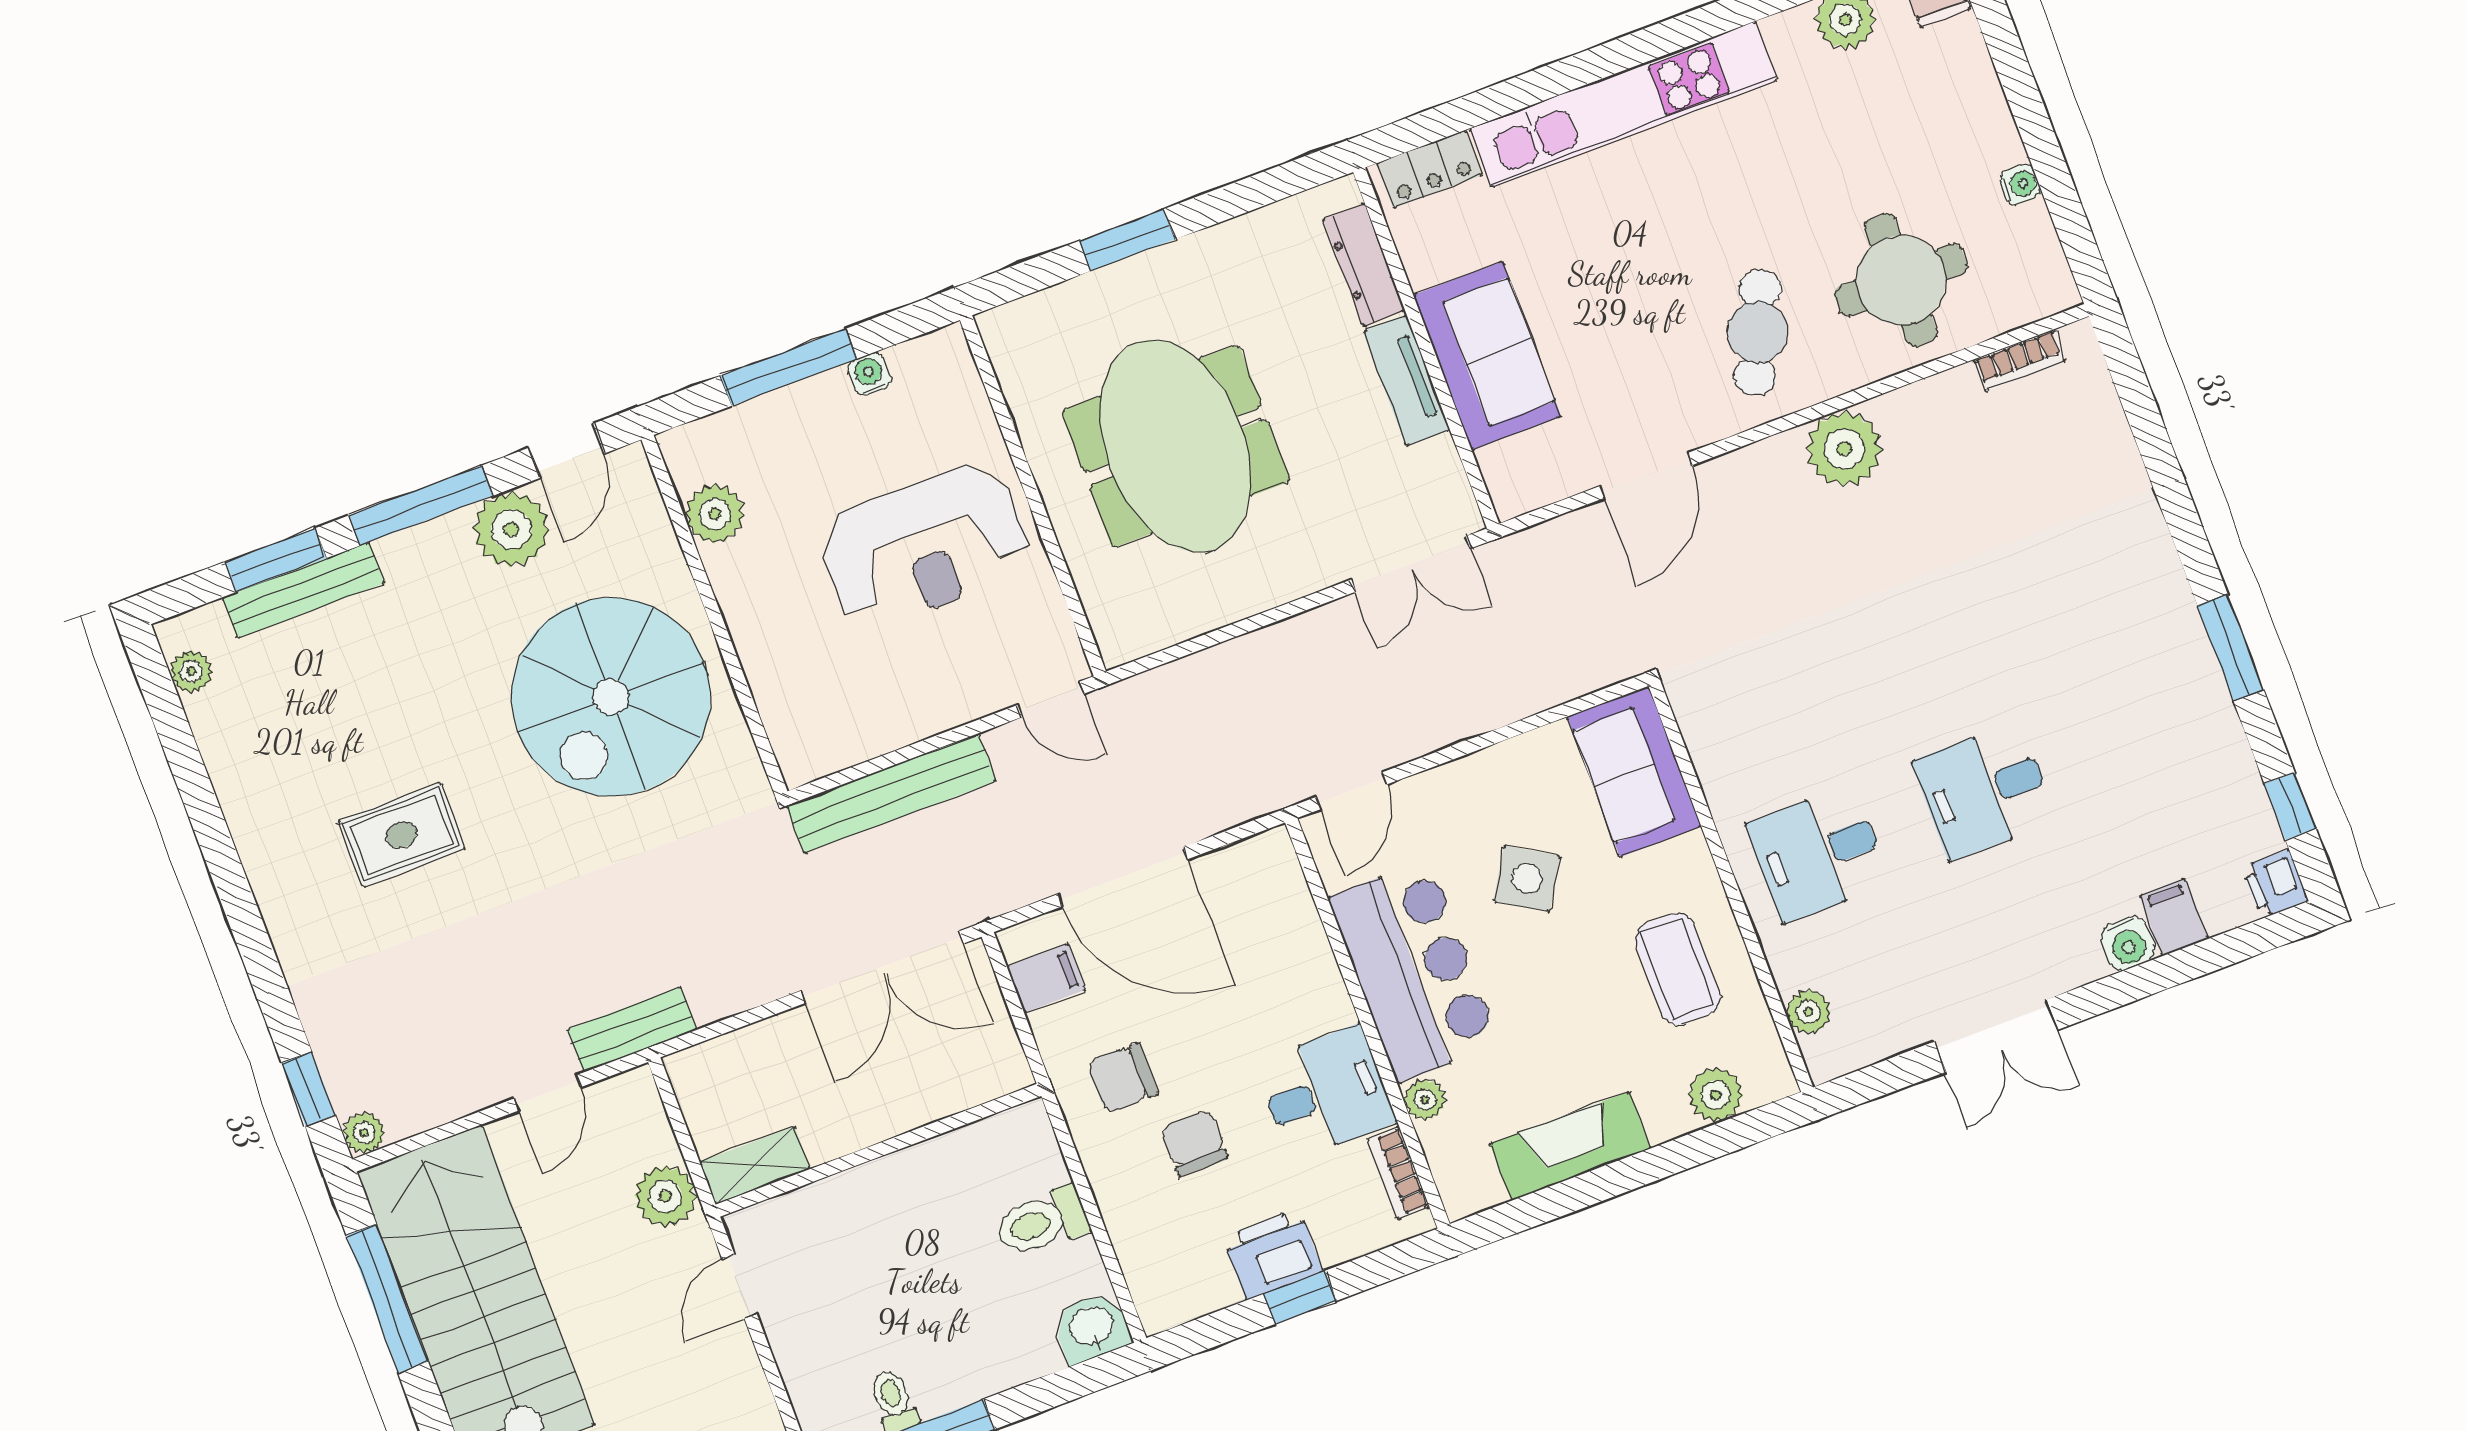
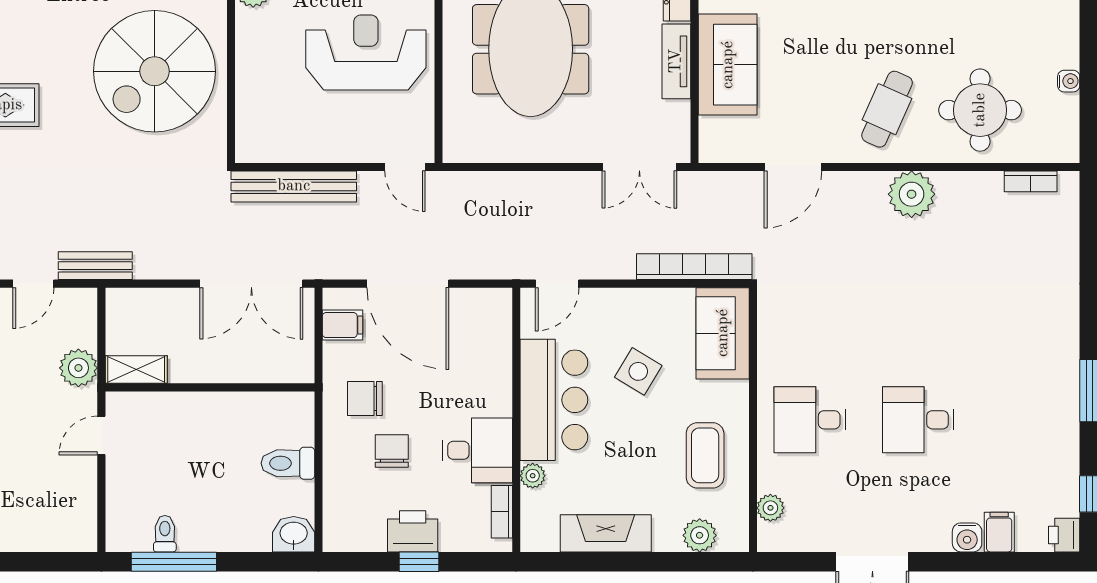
reception desk: (925, 546) -> (366, 52), turned 180
bookcase: (1552, 685) -> (694, 267), added

